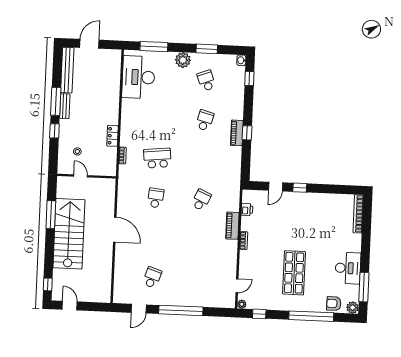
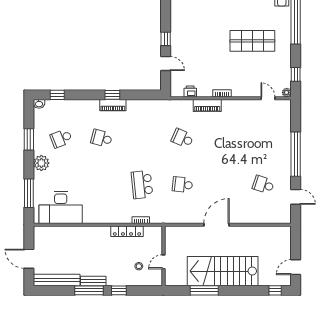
locker: (112, 136) -> (127, 231), width x1.53

